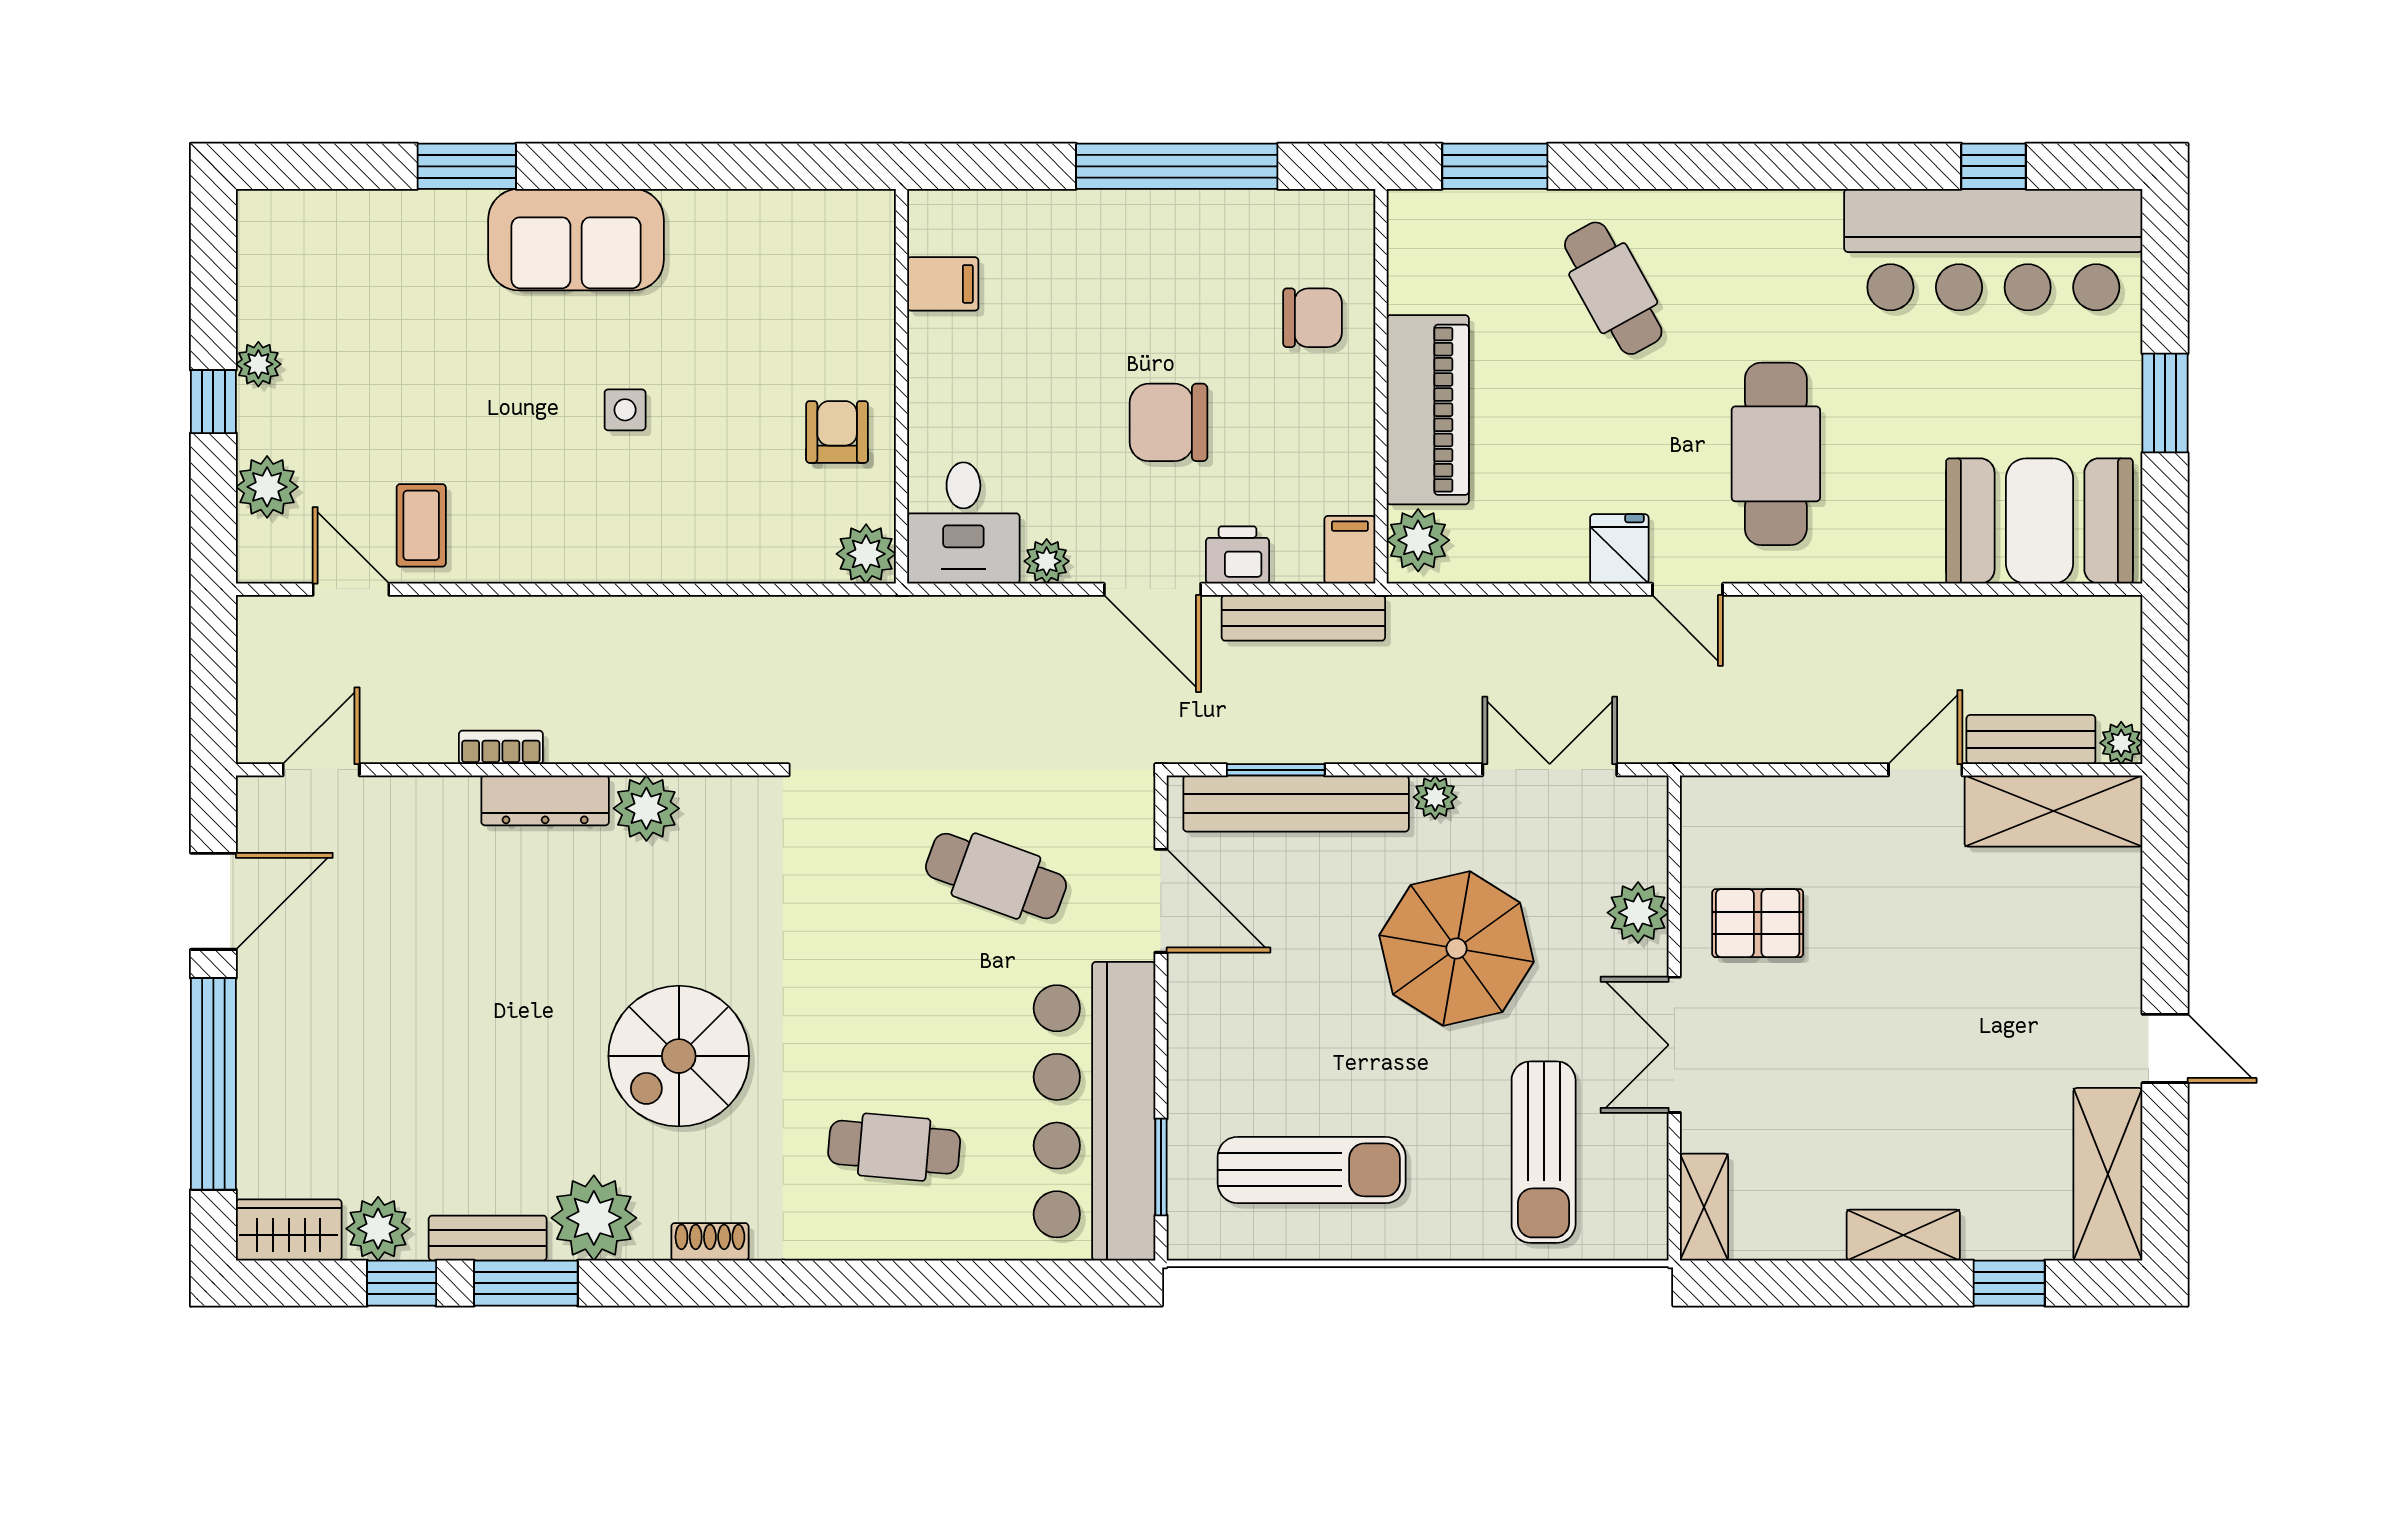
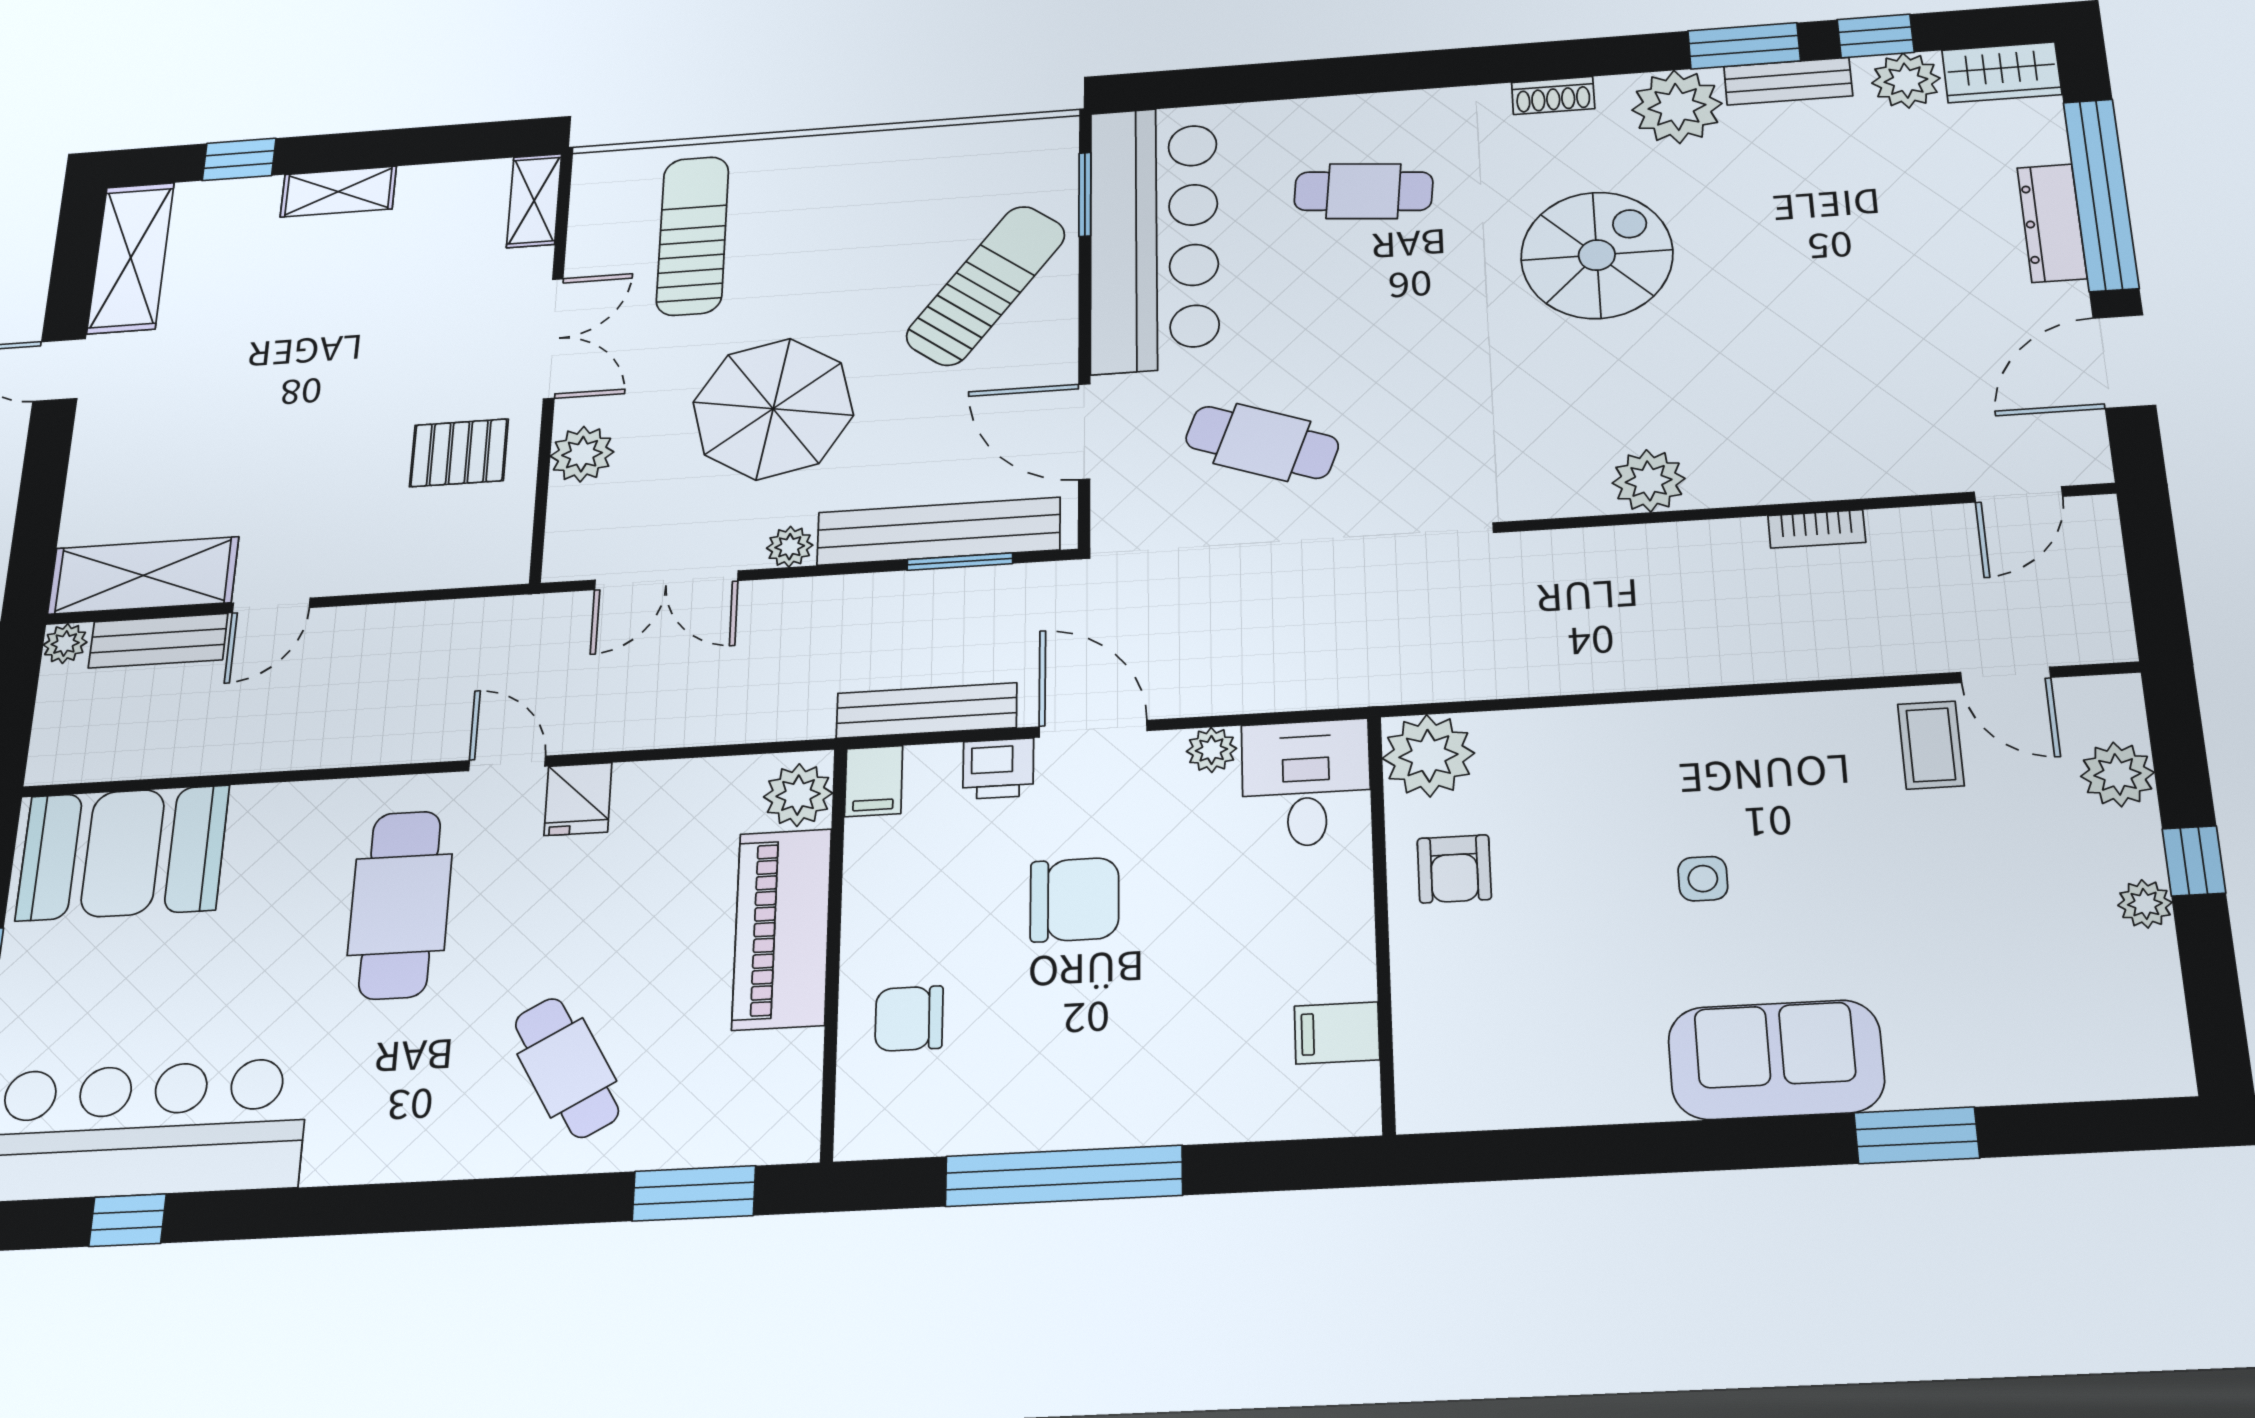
plant: (866, 554) -> (1428, 756), width x1.36, depth x1.36
dresser: (545, 800) -> (2052, 223), moved, turned -90
sun lounger: (1312, 1170) -> (986, 285), moved, turned 127

